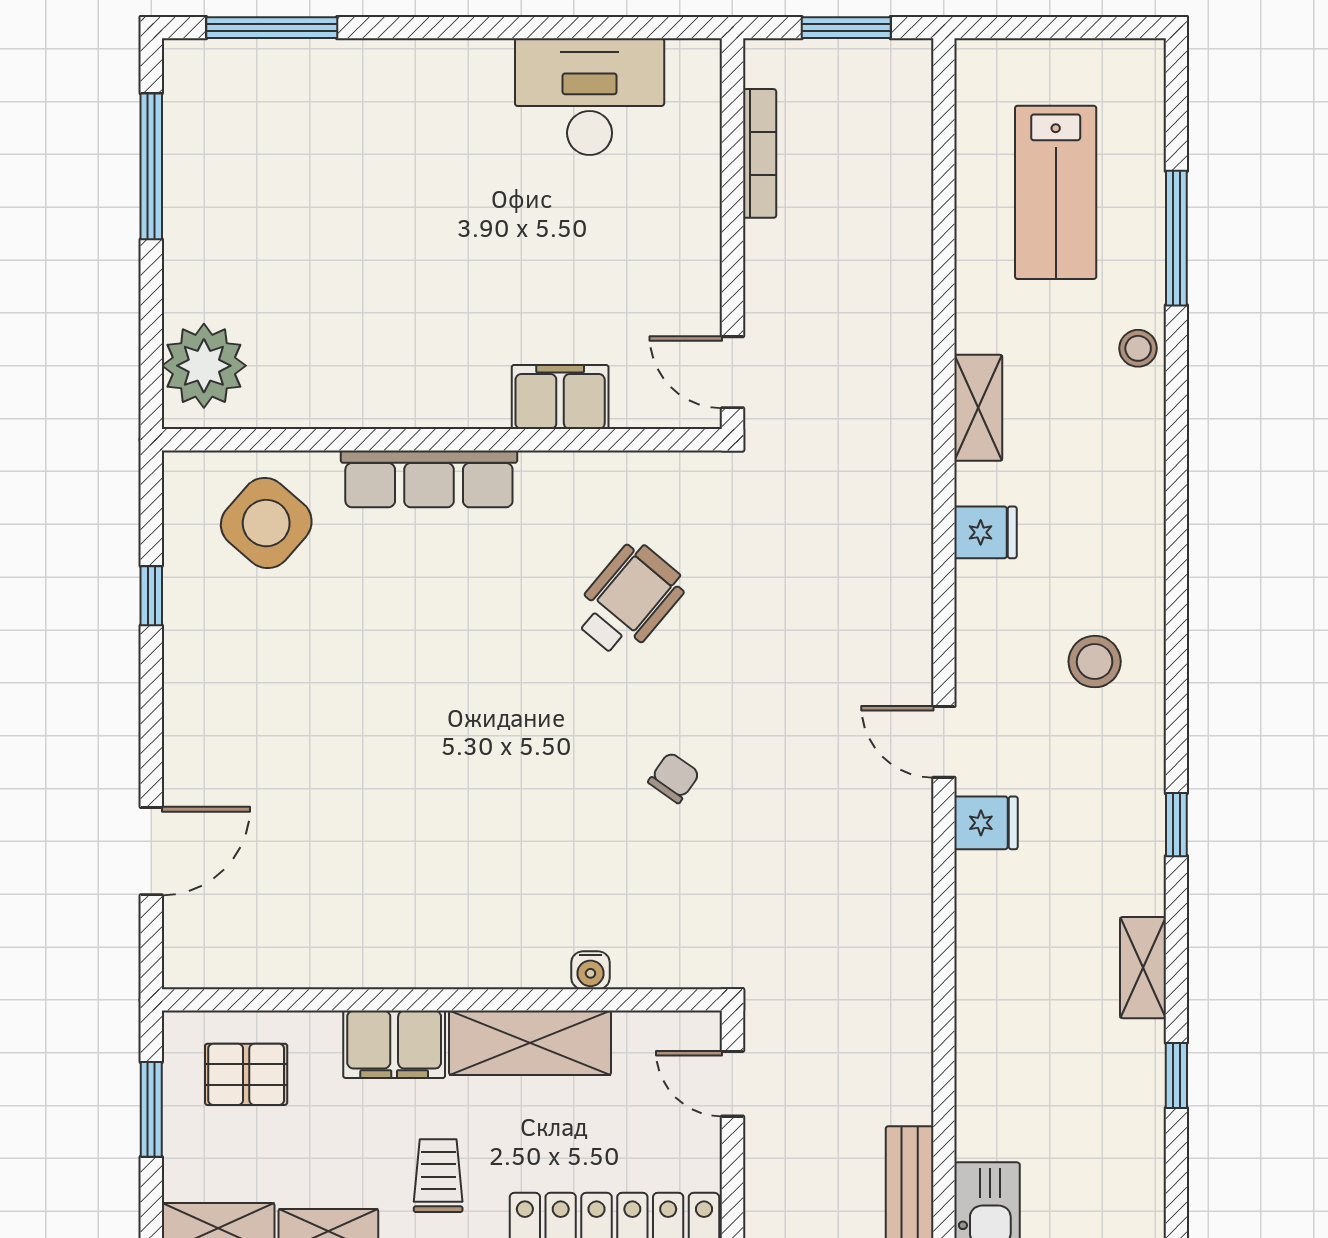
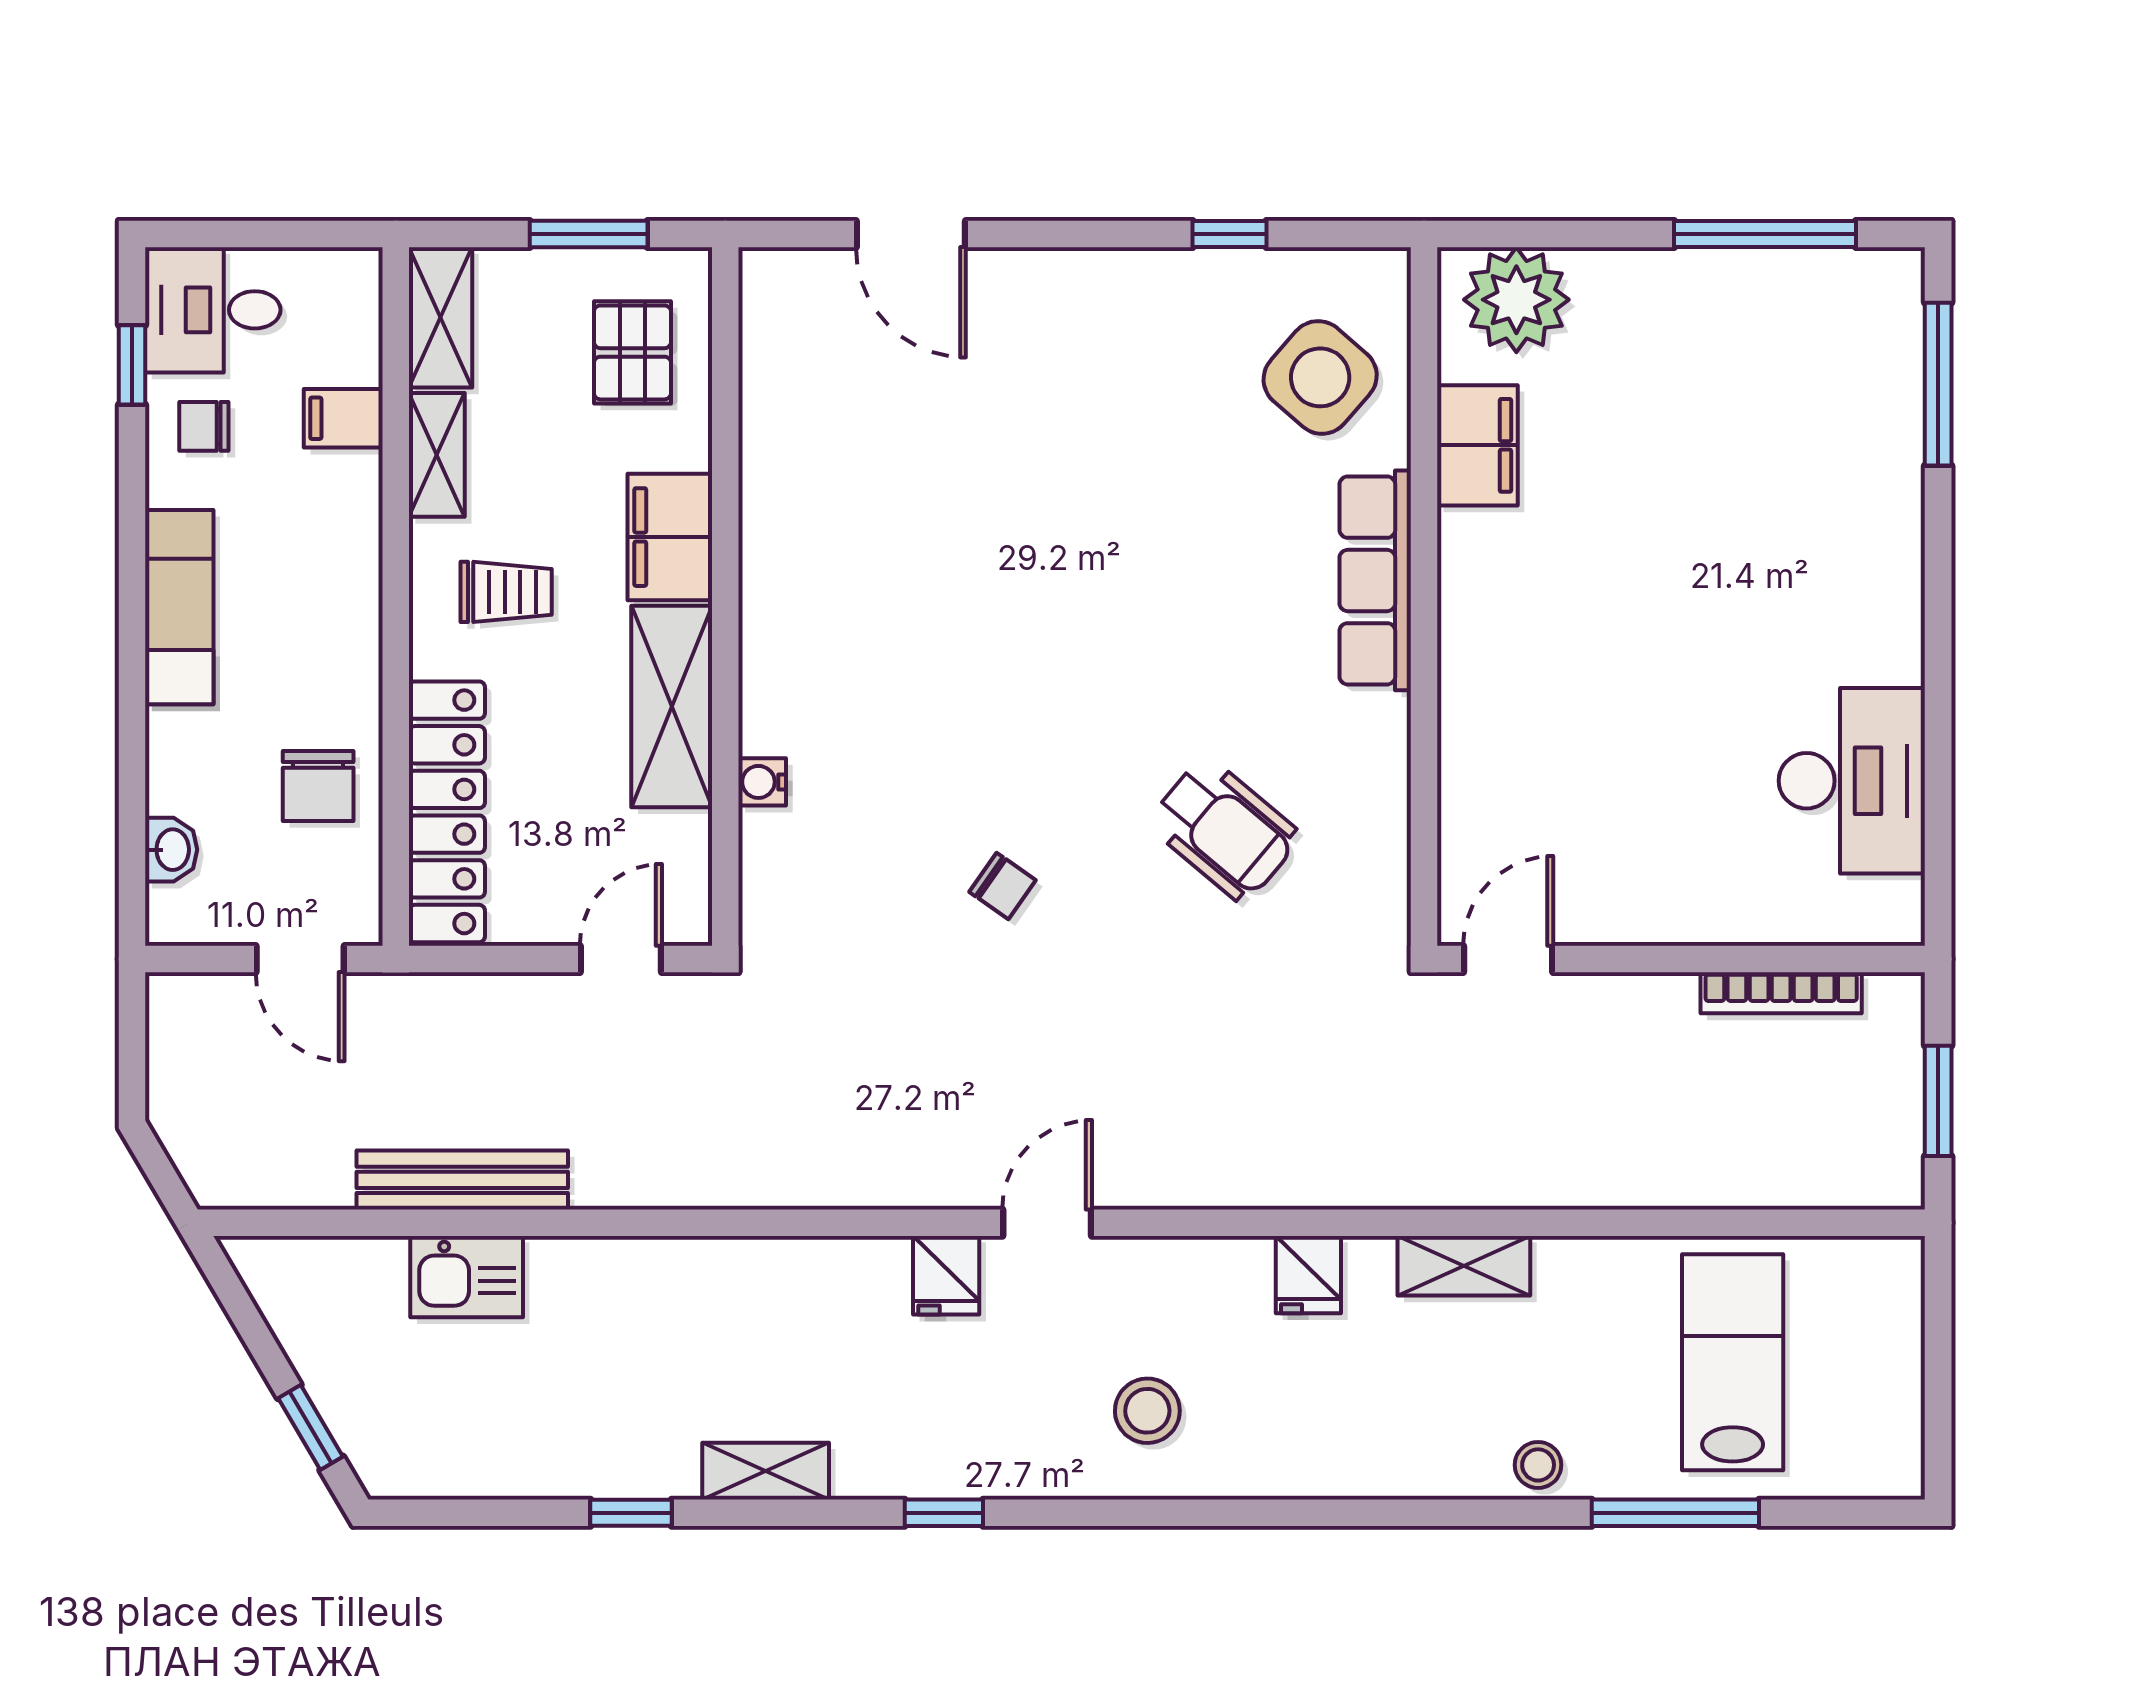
lab bench: (1056, 192) -> (1733, 1362), turned 90
filing cabinet: (560, 397) -> (1477, 445), moved

